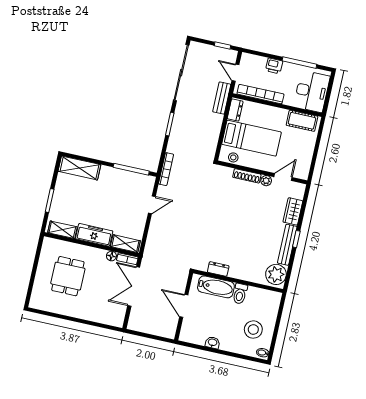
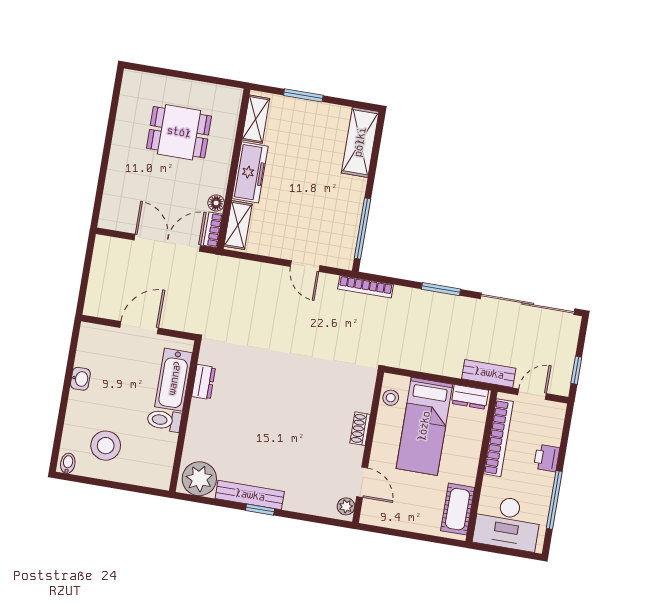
shoe rack: (247, 176) -> (360, 429), width x0.70
plant: (266, 181) -> (346, 506), moved
wardrobe: (293, 211) -> (306, 502), removed

